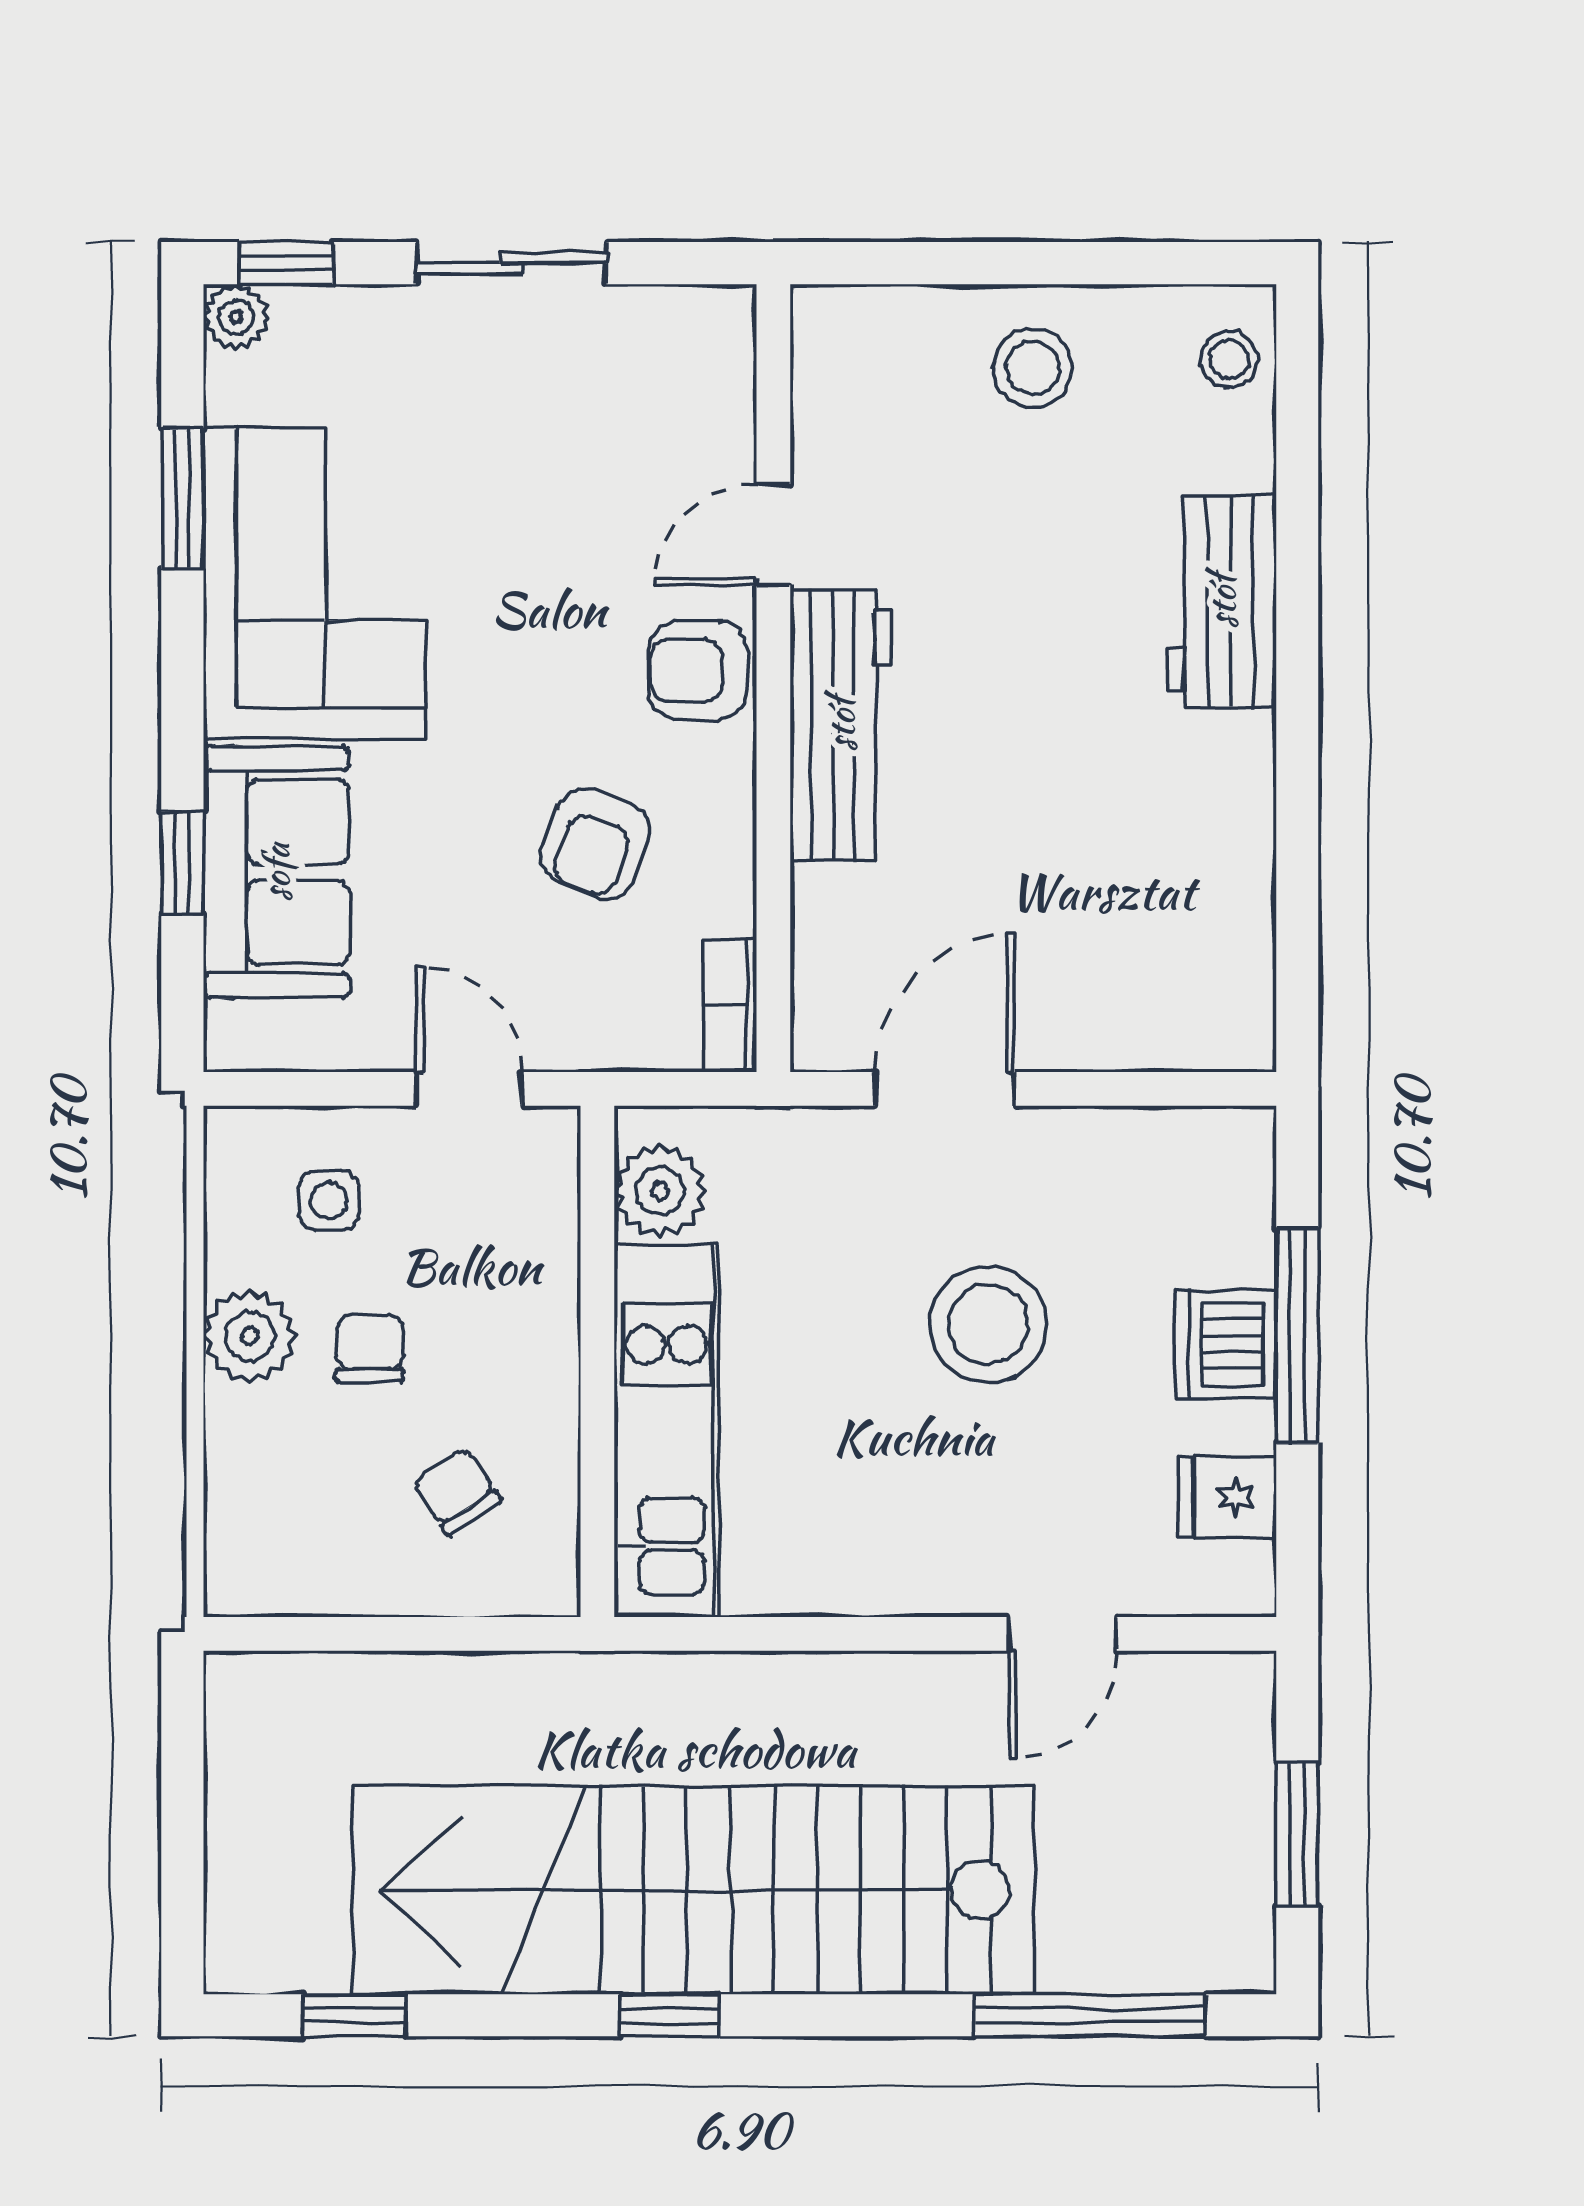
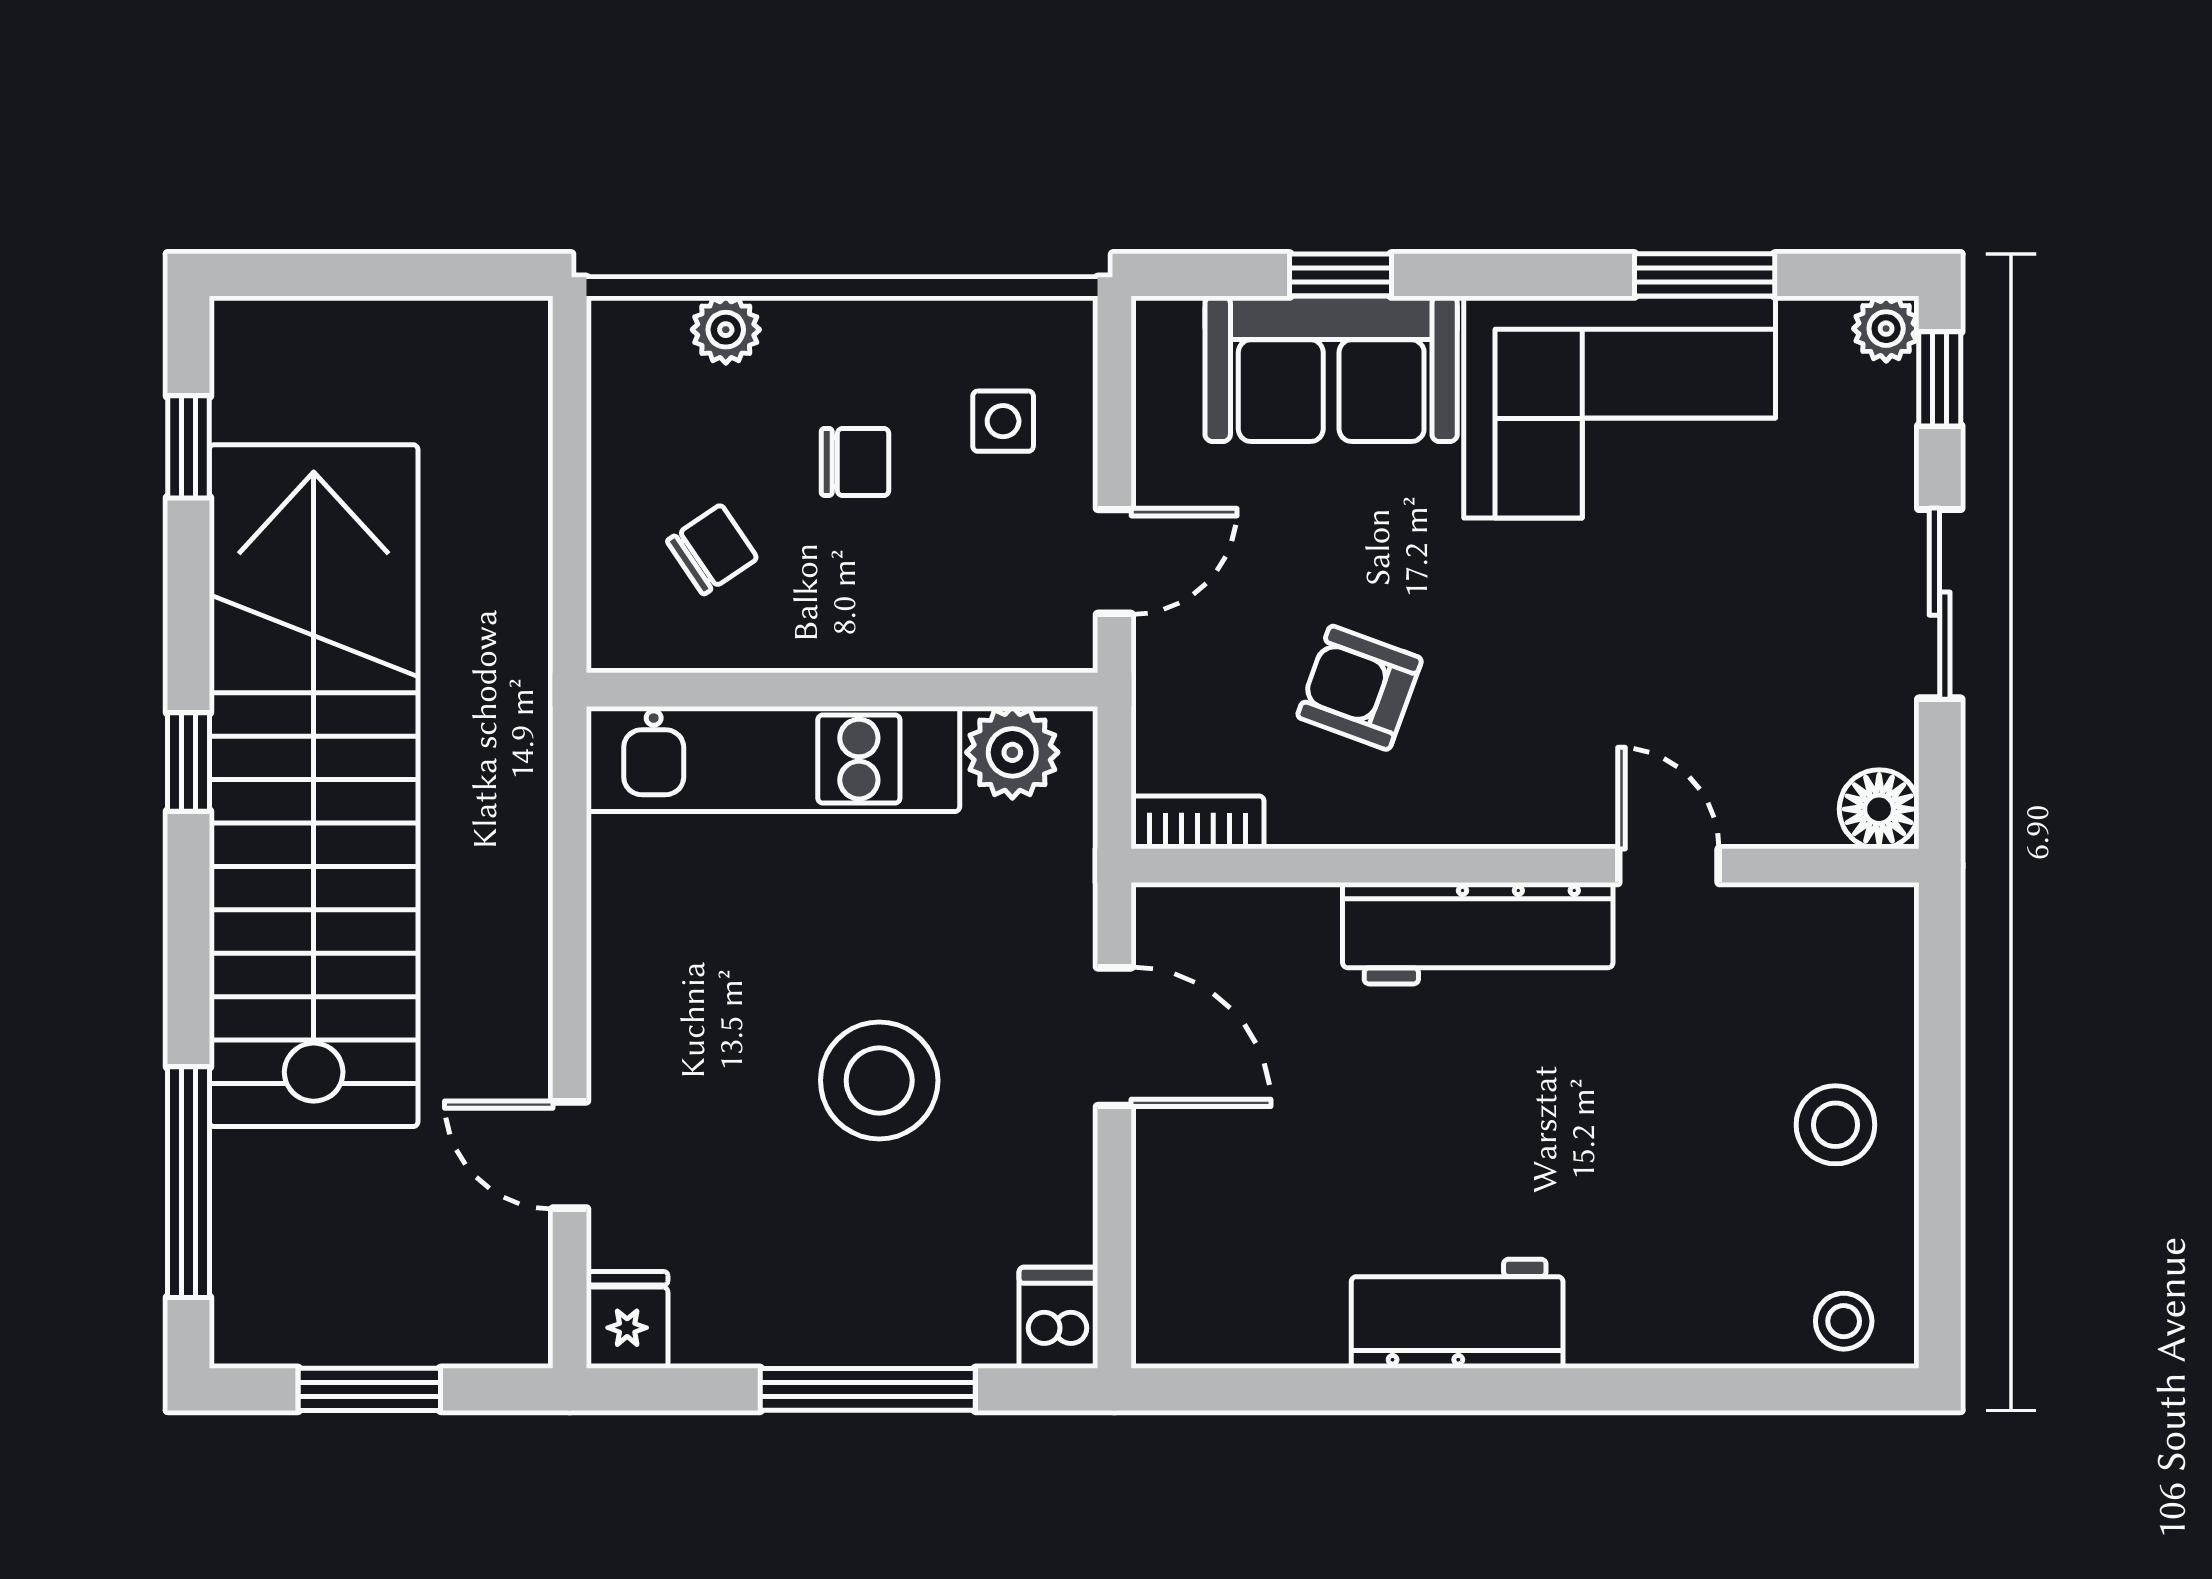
floor lamp: (717, 324) -> (1879, 809), added
workbench: (1222, 602) -> (1457, 1314), moved
armchair: (698, 670) -> (1533, 790), removed
plant: (250, 1336) -> (726, 330), moved, width x0.73, depth x0.73
dishwasher: (1226, 1344) -> (1058, 1318), moved, width x0.73
fridge: (1228, 1497) -> (627, 1320), moved

